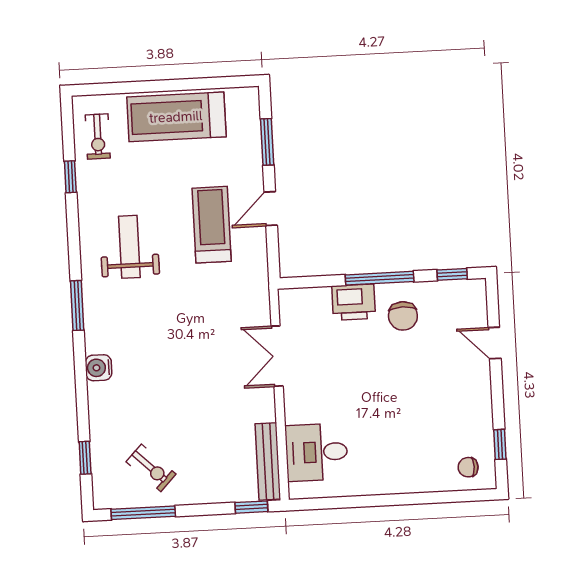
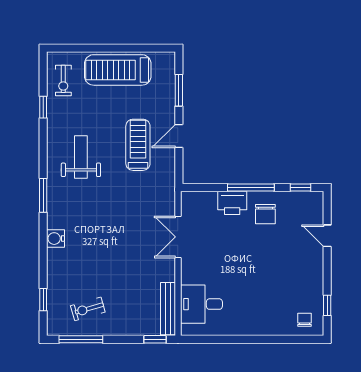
chair: (468, 467) -> (305, 320), turned 90
exercise bike: (151, 468) -> (88, 309), turned 120

